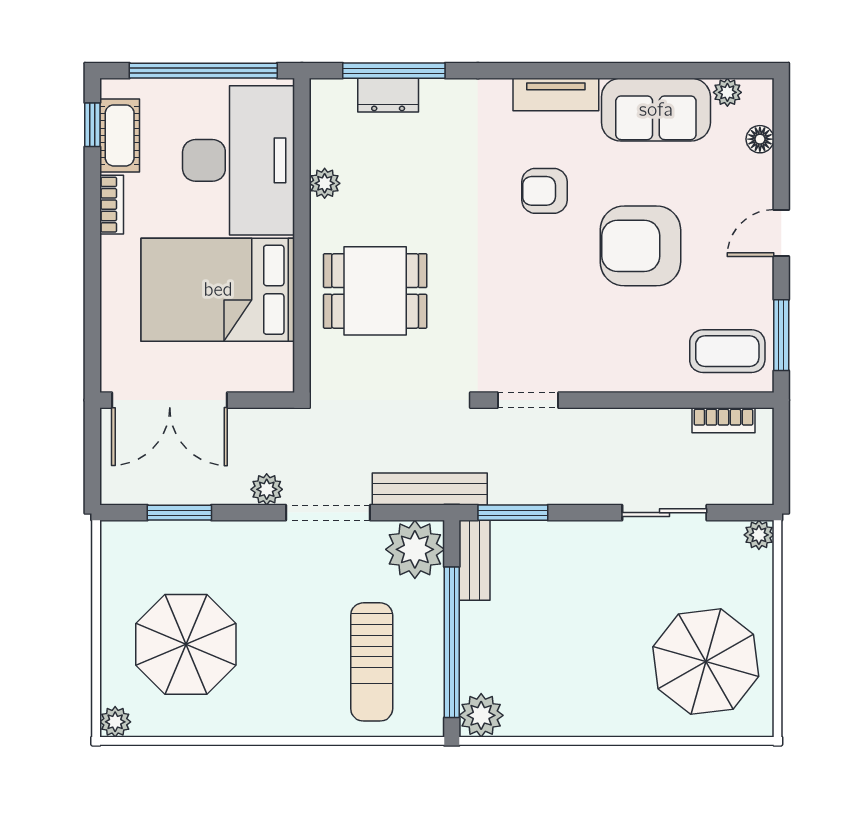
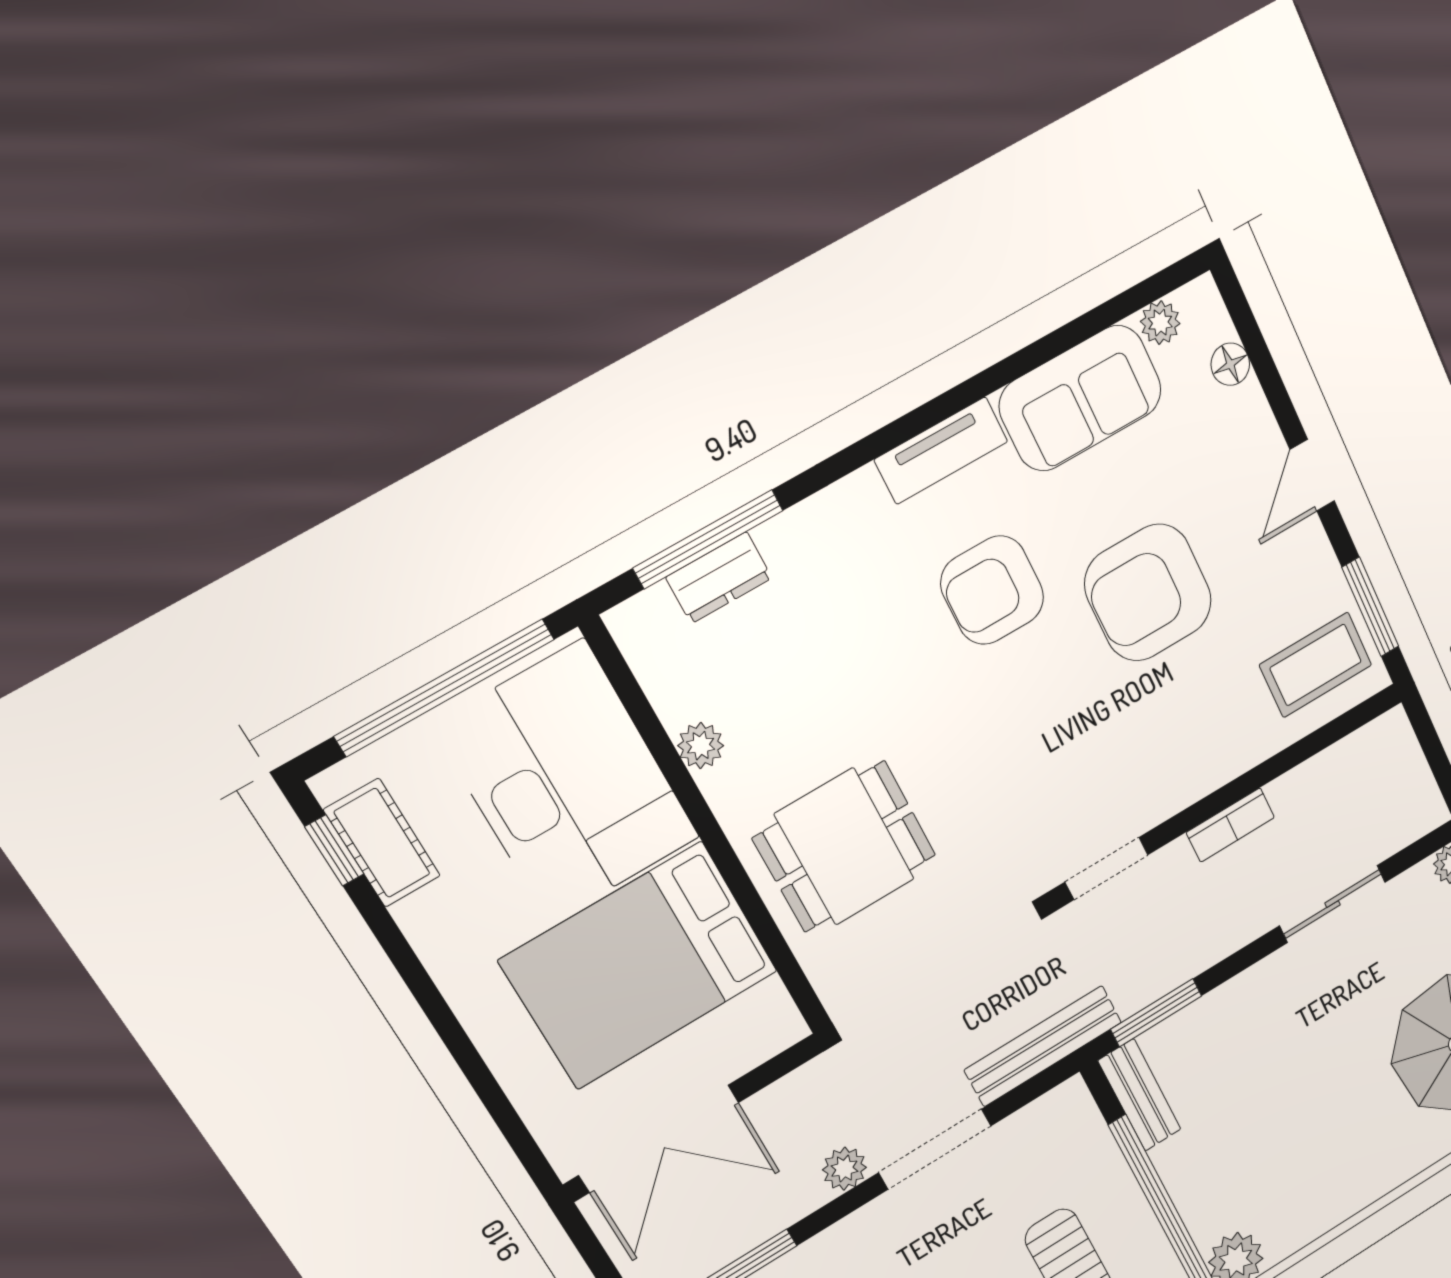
armchair: (544, 191) -> (992, 590), width x1.38, depth x1.38
bookcase: (112, 205) -> (429, 941), removed
bookcase: (723, 420) -> (1230, 825), moved
plant: (415, 549) -> (1063, 1126), removed

